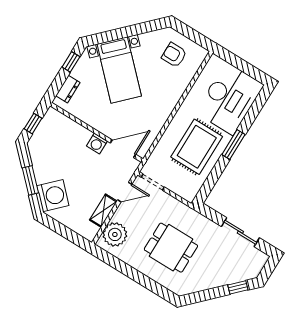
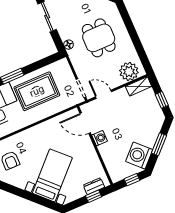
window: (71, 62) -> (94, 196), moved
washing machine: (53, 196) -> (139, 156), moved
shelving: (103, 211) -> (139, 86), moved
floor lamp: (198, 219) -> (69, 45), added
window: (60, 229) -> (162, 100), added

